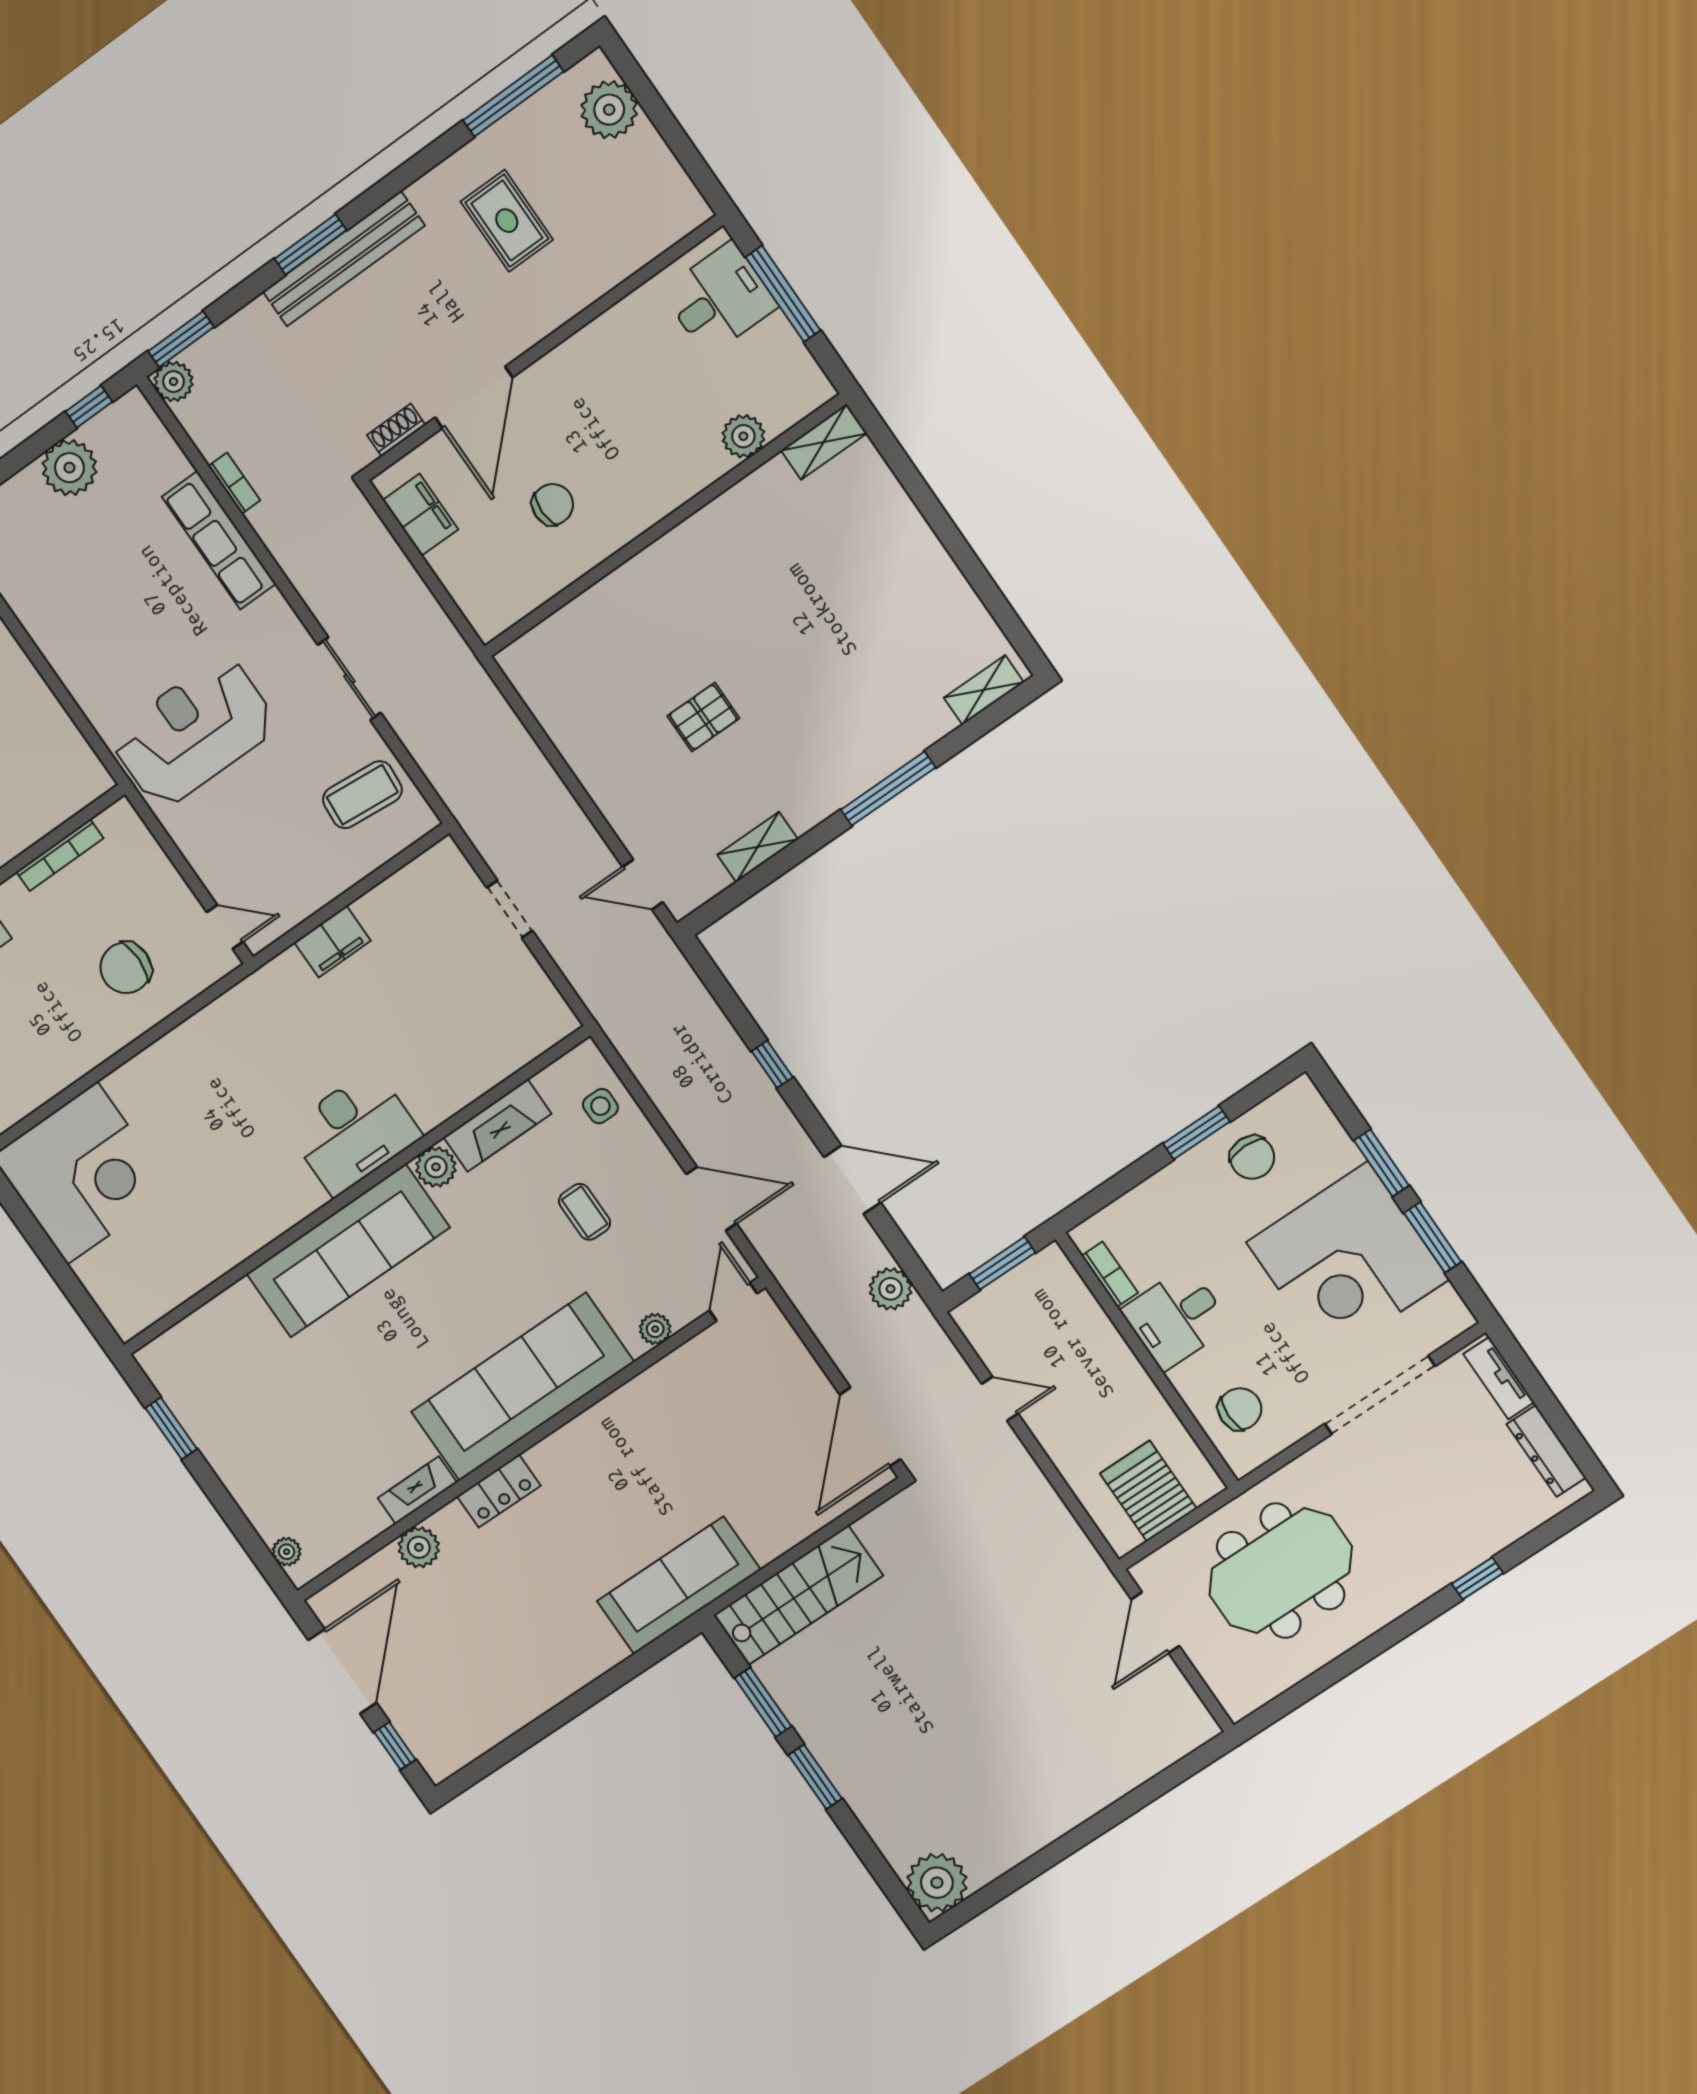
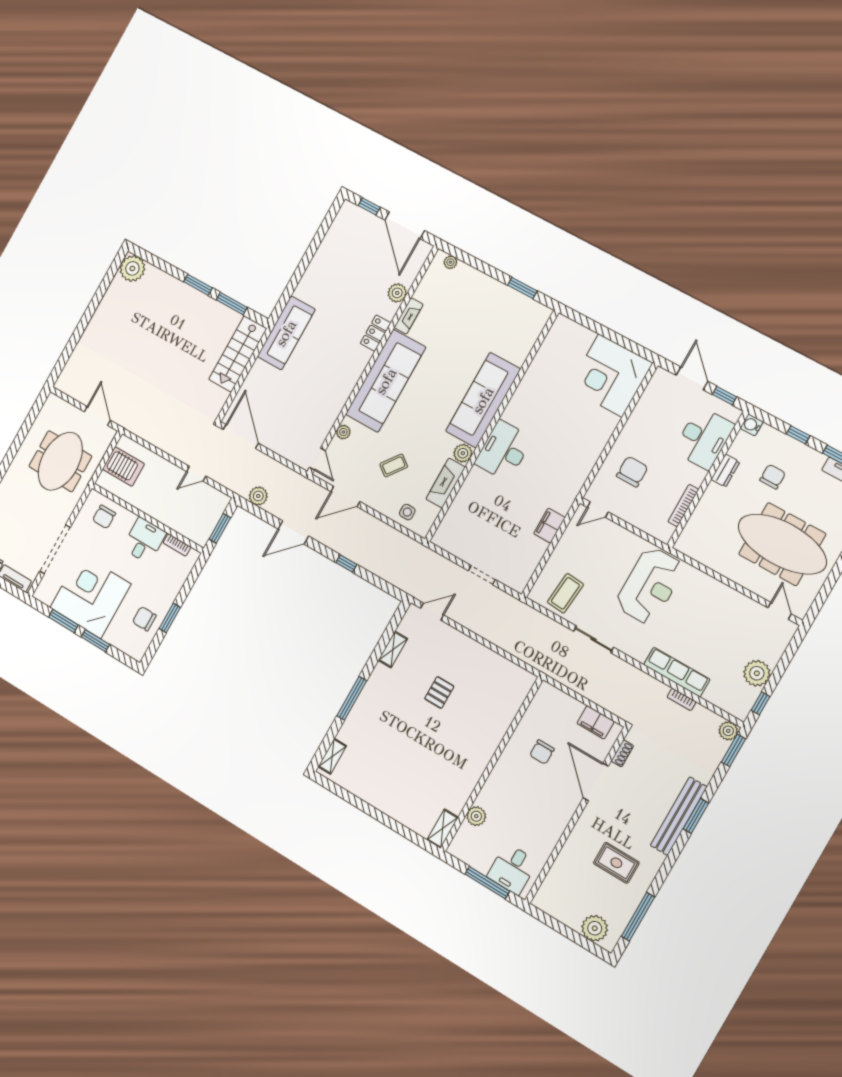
coffee table: (585, 1212) -> (394, 465), turned -53

